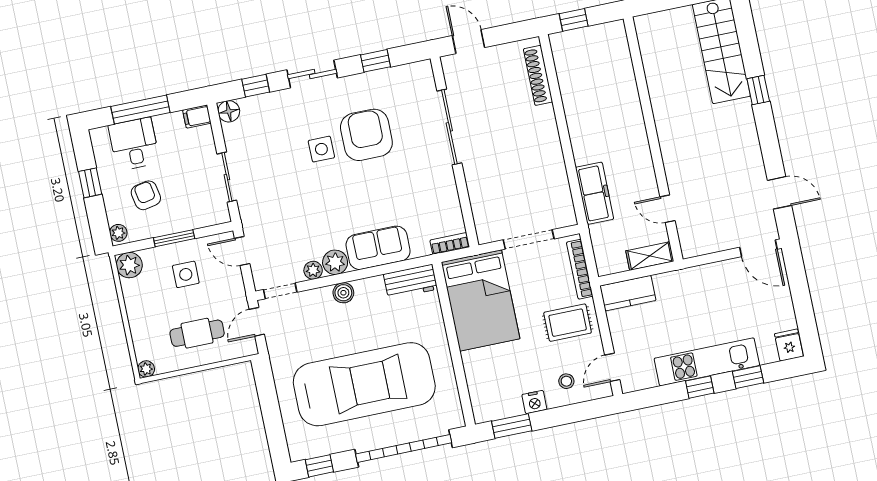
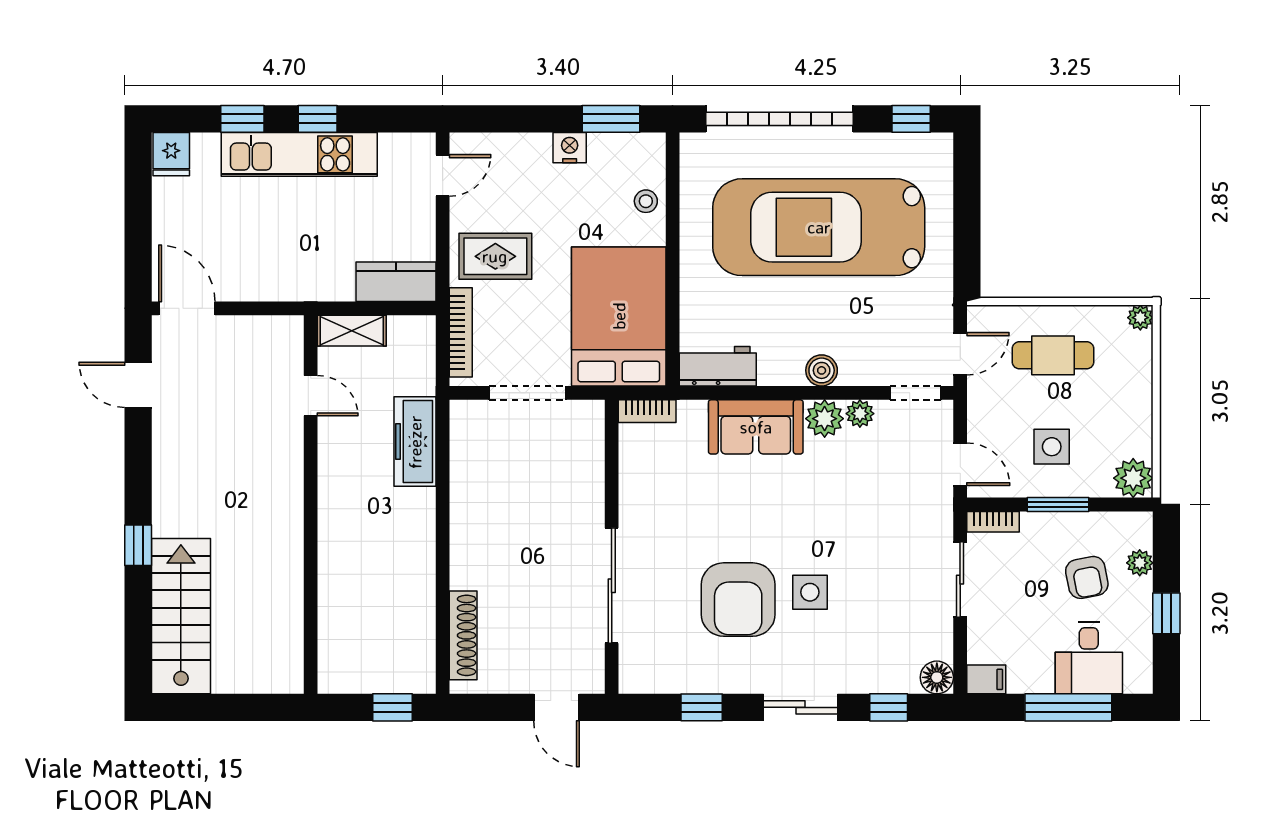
bookcase: (213, 219) -> (993, 522), added
plant: (118, 233) -> (1140, 563), moved
stool: (566, 381) -> (646, 201), moved

